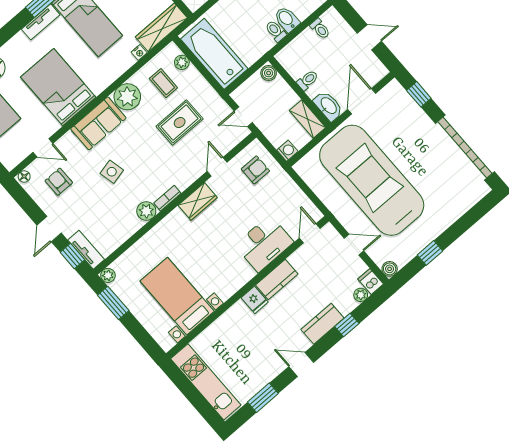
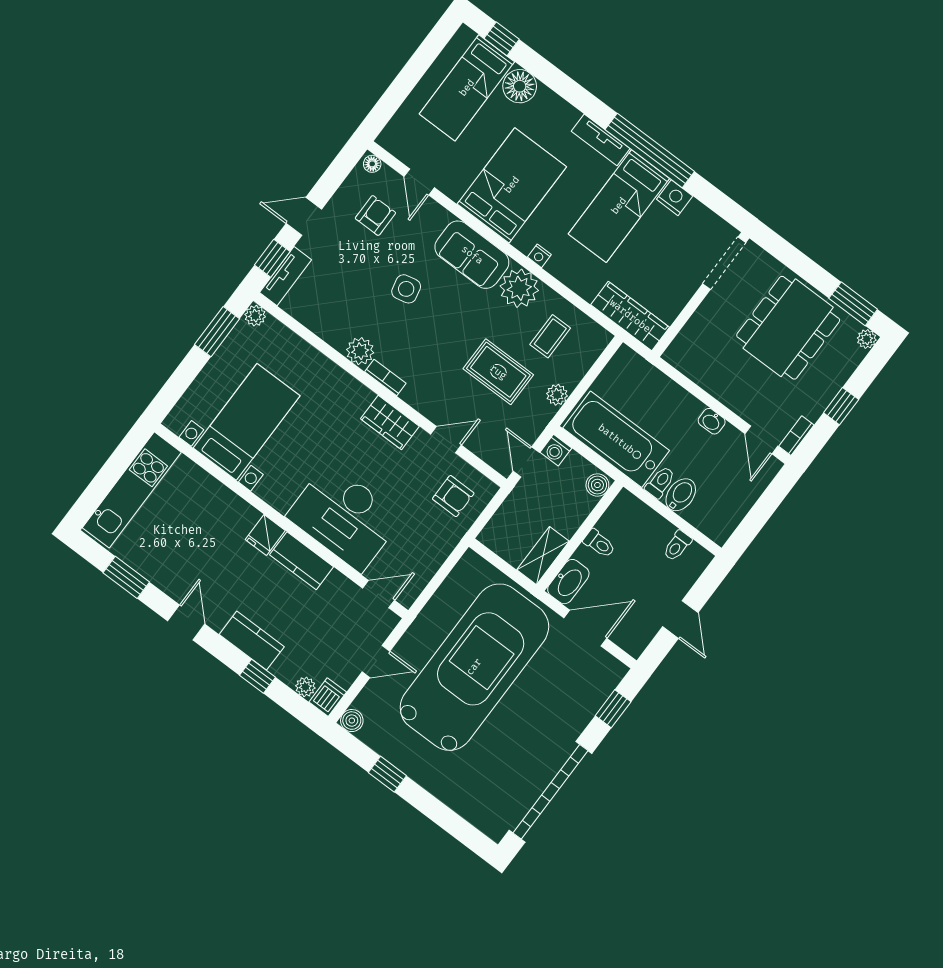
nightstand: (139, 53) -> (539, 256), moved
bathtub: (214, 54) -> (616, 439), moved, turned -90
plant: (182, 62) -> (557, 395), moved
washing machine: (287, 151) -> (556, 450), moved, turned 90
desk: (264, 243) -> (344, 517), width x1.36, depth x1.30
door: (354, 245) -> (376, 661), hinge flipped

